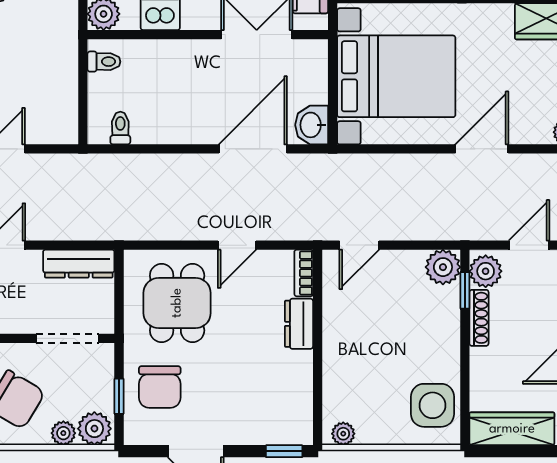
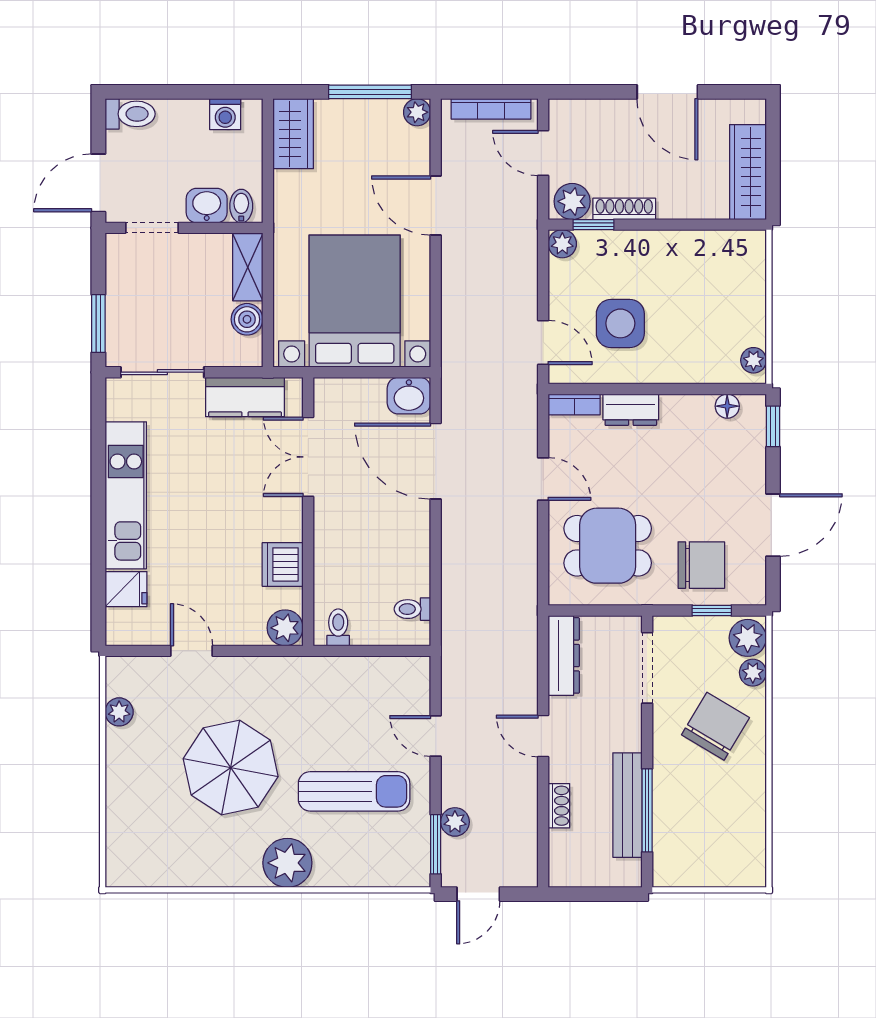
plant: (443, 267) -> (562, 244), width x0.73, depth x0.73
side table: (433, 405) -> (620, 323), moved
floor lamp: (302, 410) -> (727, 406), added

